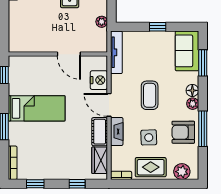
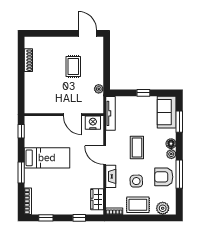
nightstand: (99, 80) -> (93, 123), moved, turned -90
cot: (100, 132) -> (97, 176), removed

